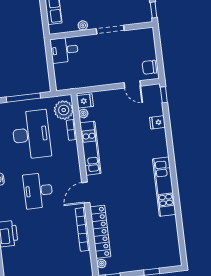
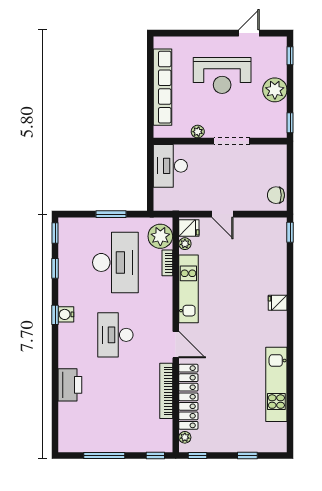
desk: (64, 50) -> (170, 166), width x1.37
door: (132, 84) -> (222, 214), moved
window: (23, 98) -> (111, 214), width x0.69
fridge: (157, 122) -> (278, 303), moved
kitchen unit: (164, 187) -> (276, 384), moved
door: (86, 193) -> (176, 345), swing flipped

